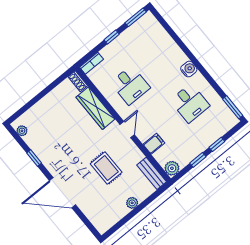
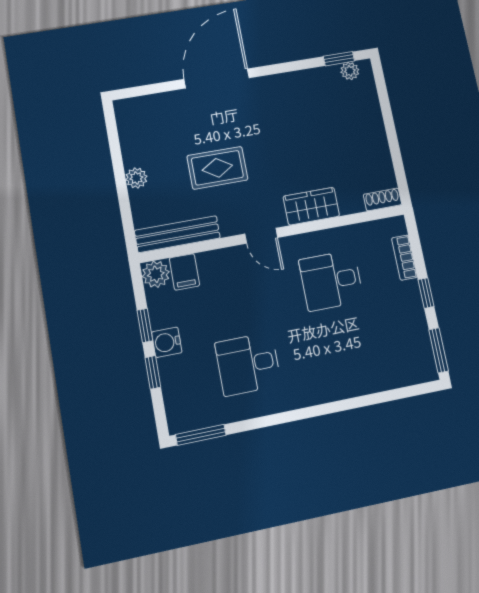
bookcase: (92, 63) -> (404, 258), moved
water cooler: (189, 69) -> (167, 342), moved, turned 90
wardrobe: (95, 108) -> (311, 206), width x0.67
filing cabinet: (154, 144) -> (184, 272), moved
window: (34, 158) -> (339, 59), moved
bench: (152, 173) -> (177, 234), width x1.36

